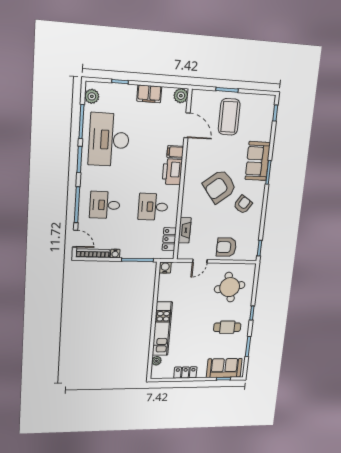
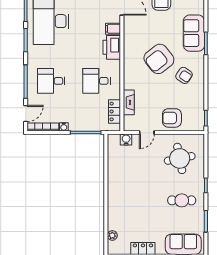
armchair: (243, 204) -> (184, 75), turned 90
door: (75, 239) -> (26, 113), hinge flipped
water cooler: (165, 268) -> (126, 140), moved
kitchen unit: (162, 329) -> (115, 202), removed

